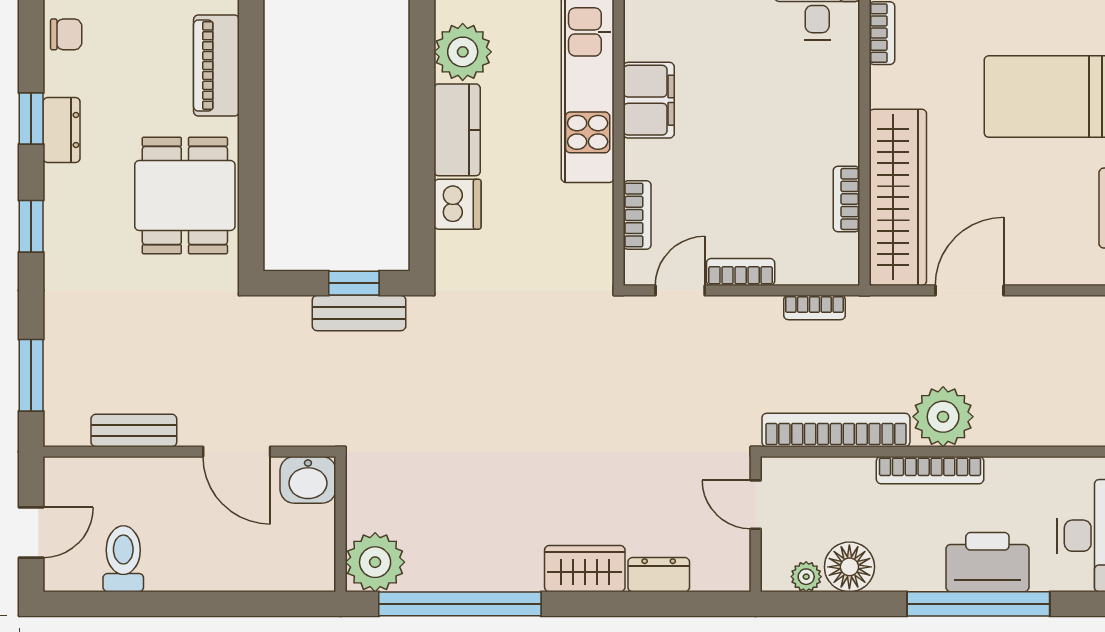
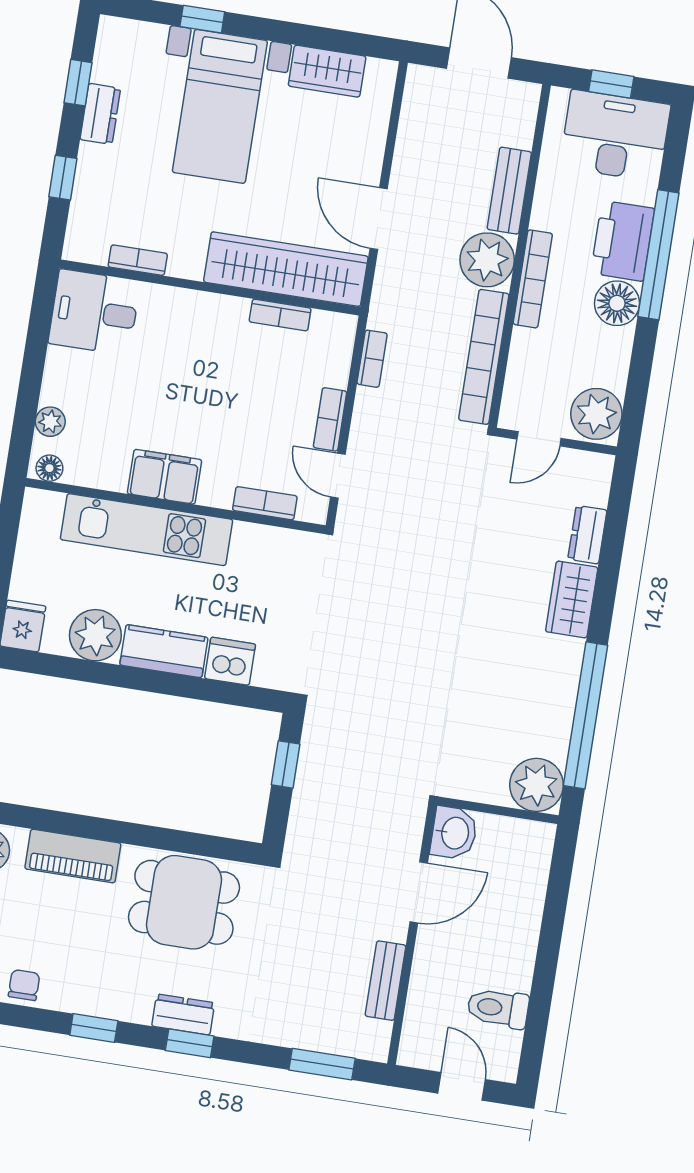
dresser: (62, 130) -> (183, 1014), moved
bench: (359, 313) -> (509, 191), moved
floor lamp: (849, 567) -> (617, 303), moved
plant: (806, 577) -> (596, 414), width x1.87, depth x1.87

